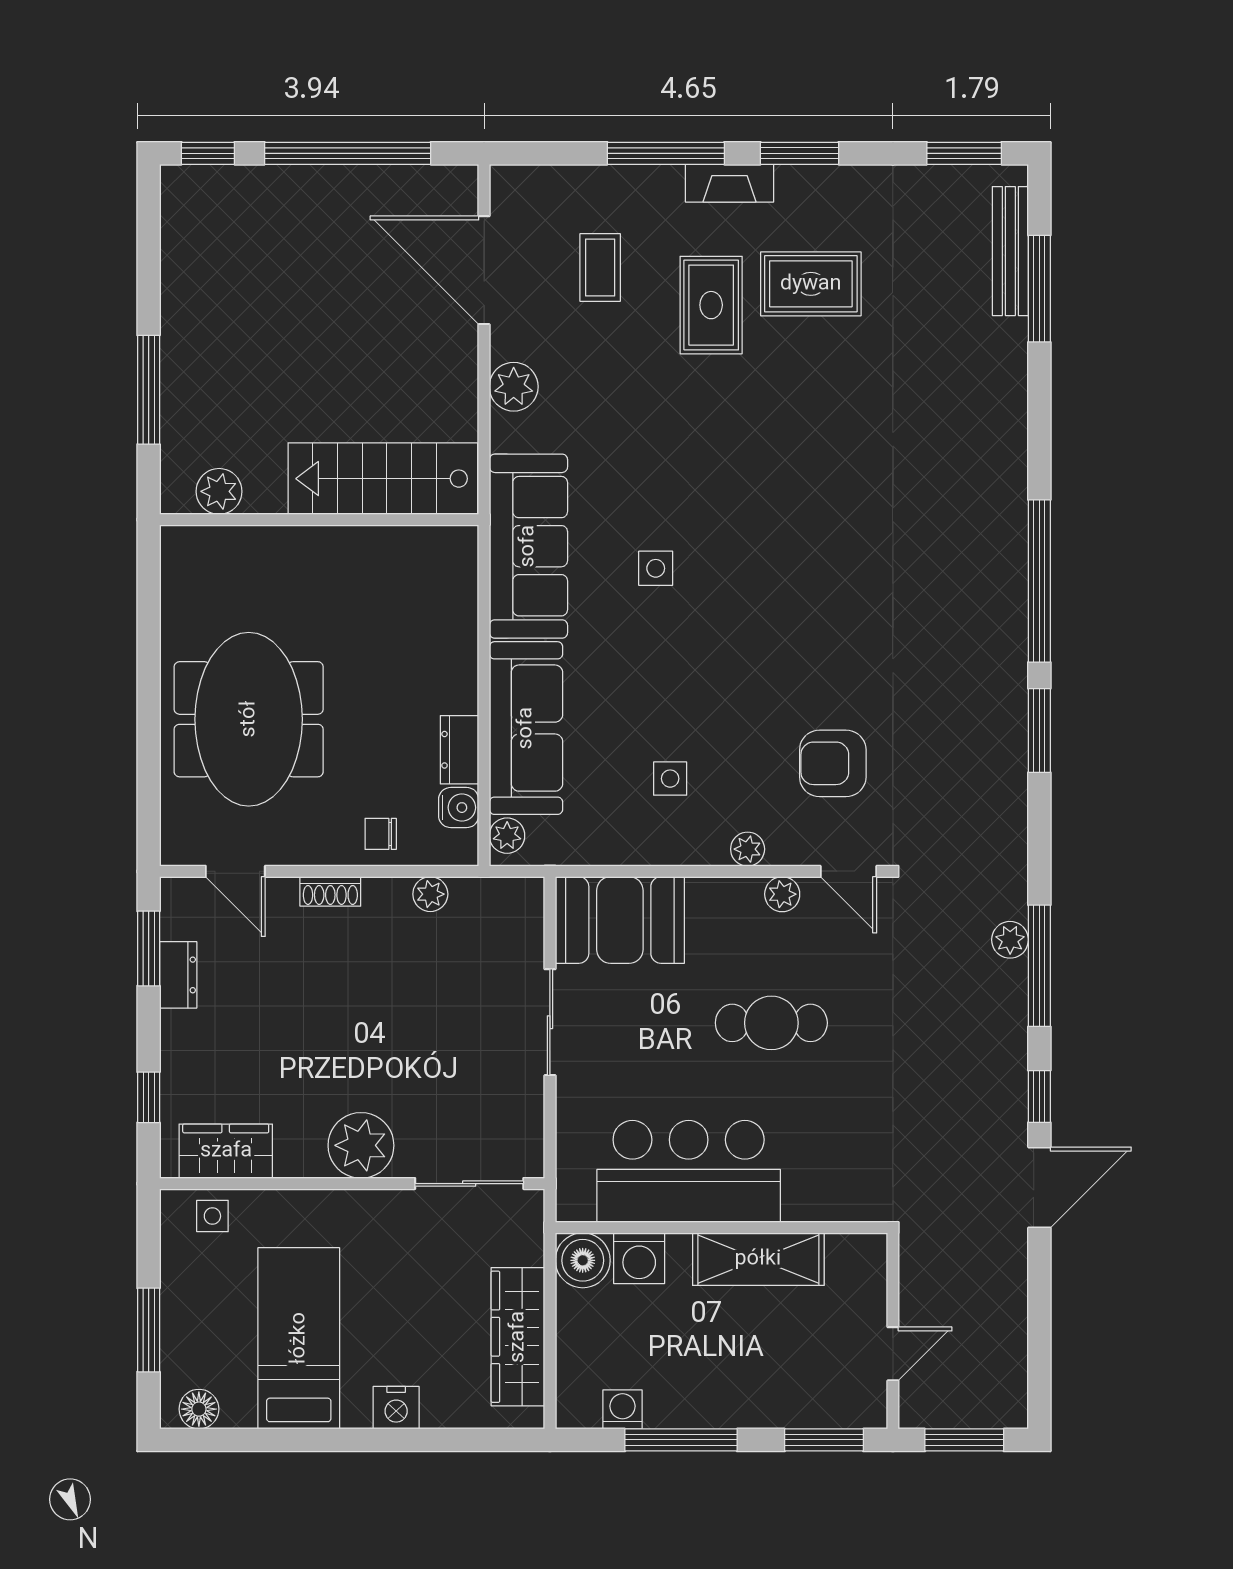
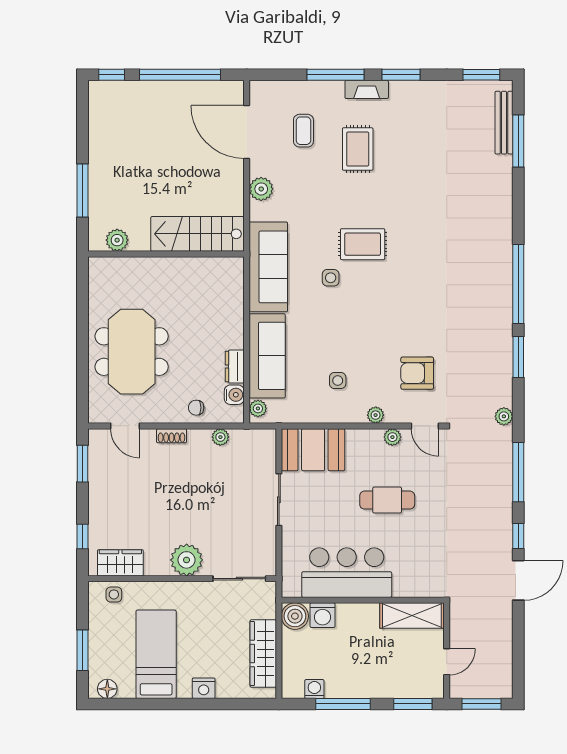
rug: (811, 284) -> (363, 244), moved
plant: (1010, 940) -> (504, 416), moved
dresser: (178, 975) -> (97, 477), removed
shelving: (758, 1259) -> (412, 616), moved

